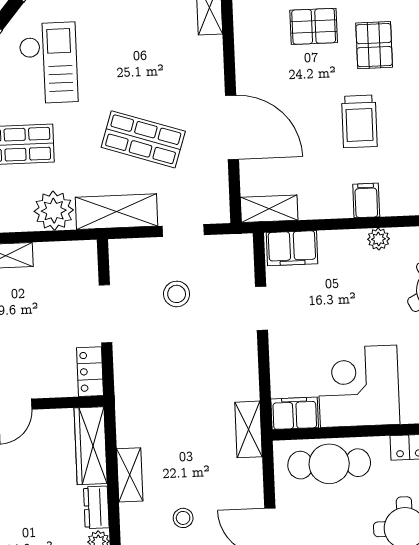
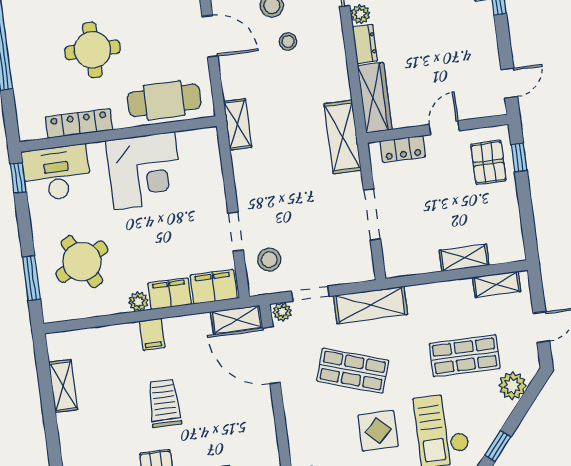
display table: (121, 69) -> (378, 431), added
door: (232, 127) -> (271, 355), moved
plant: (54, 211) -> (282, 312), moved, width x0.53, depth x0.53
stool: (177, 294) -> (269, 260), moved
locker: (90, 372) -> (403, 149), moved, turned 90
filing cabinet: (295, 413) -> (170, 294), moved, turned 180
shelving: (130, 475) -> (343, 137), moved, width x1.50, depth x1.33

